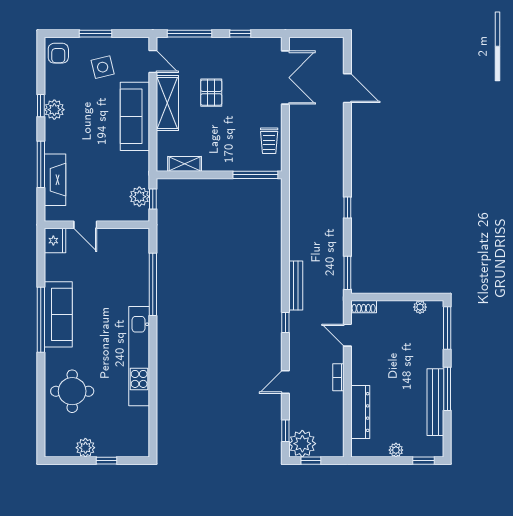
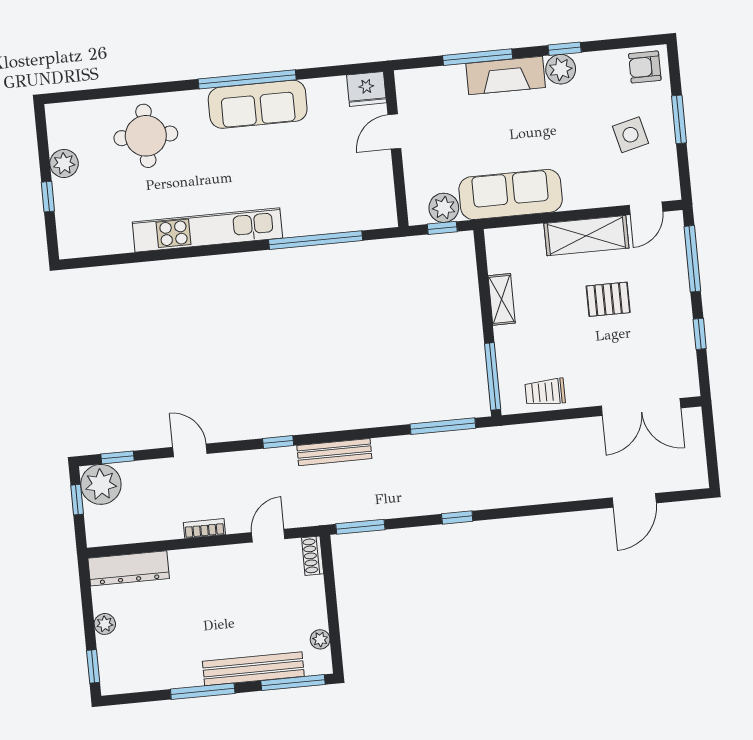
sofa: (135, 116) -> (511, 194), moved
shelving: (185, 164) -> (502, 299), moved
fireplace: (55, 180) -> (506, 75), moved
window: (285, 211) -> (443, 426), added
bench: (435, 402) -> (253, 669), moved
dresser: (360, 412) -> (129, 568), moved

